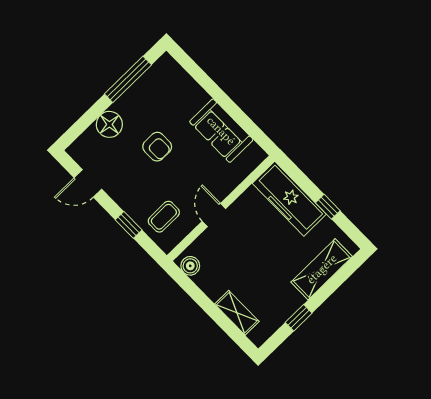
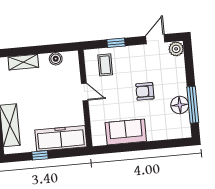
floor lamp: (109, 124) -> (180, 105), moved
plant: (80, 151) -> (176, 49), added
boiler: (190, 266) -> (56, 59), moved

